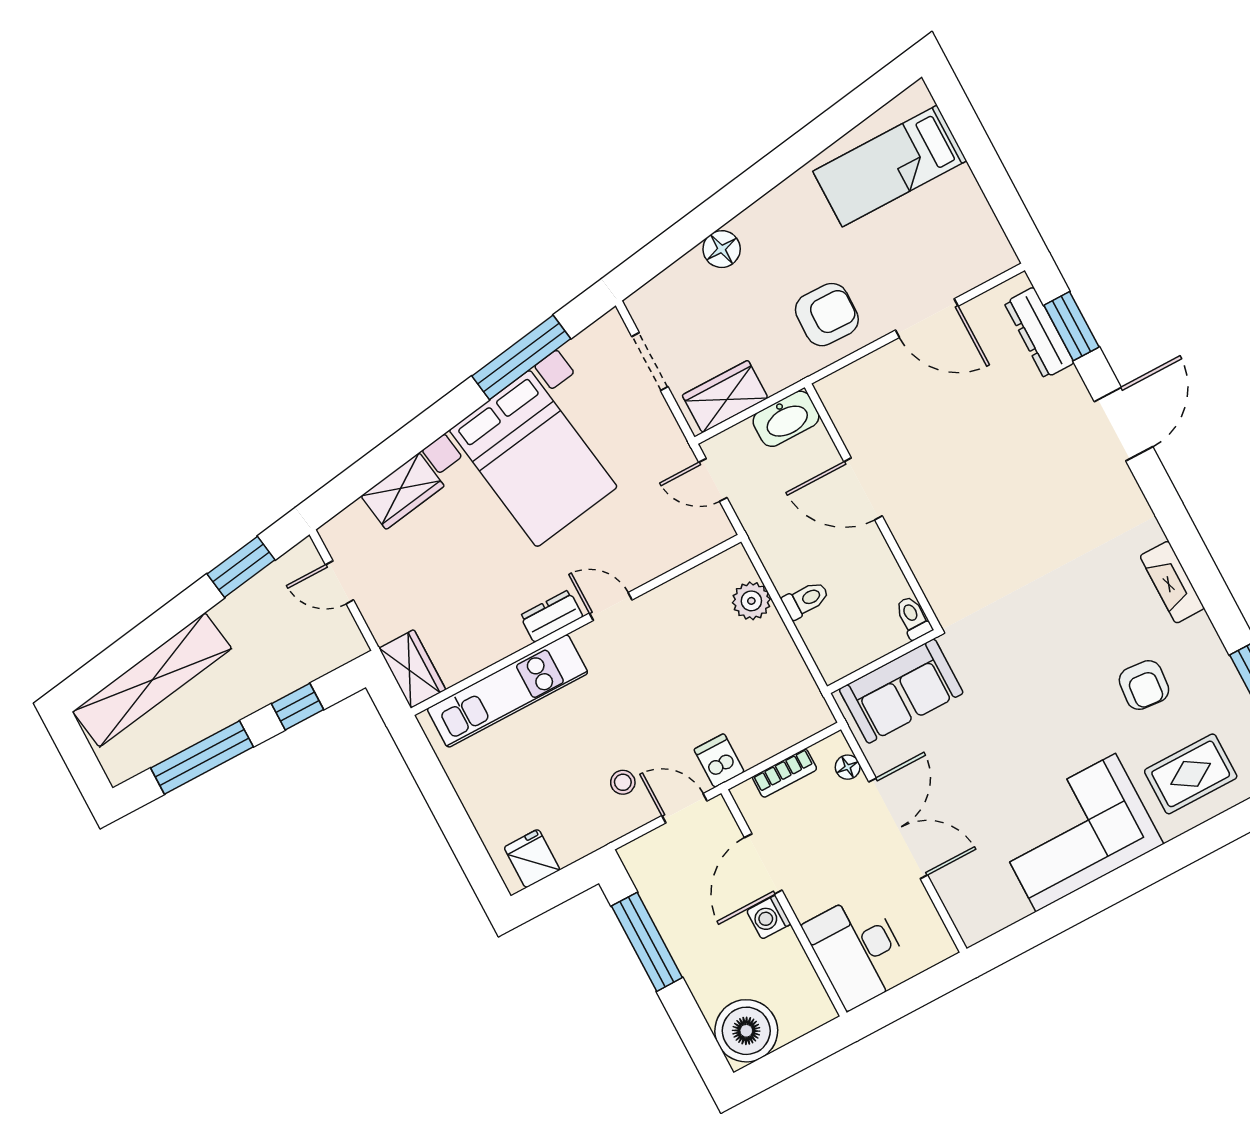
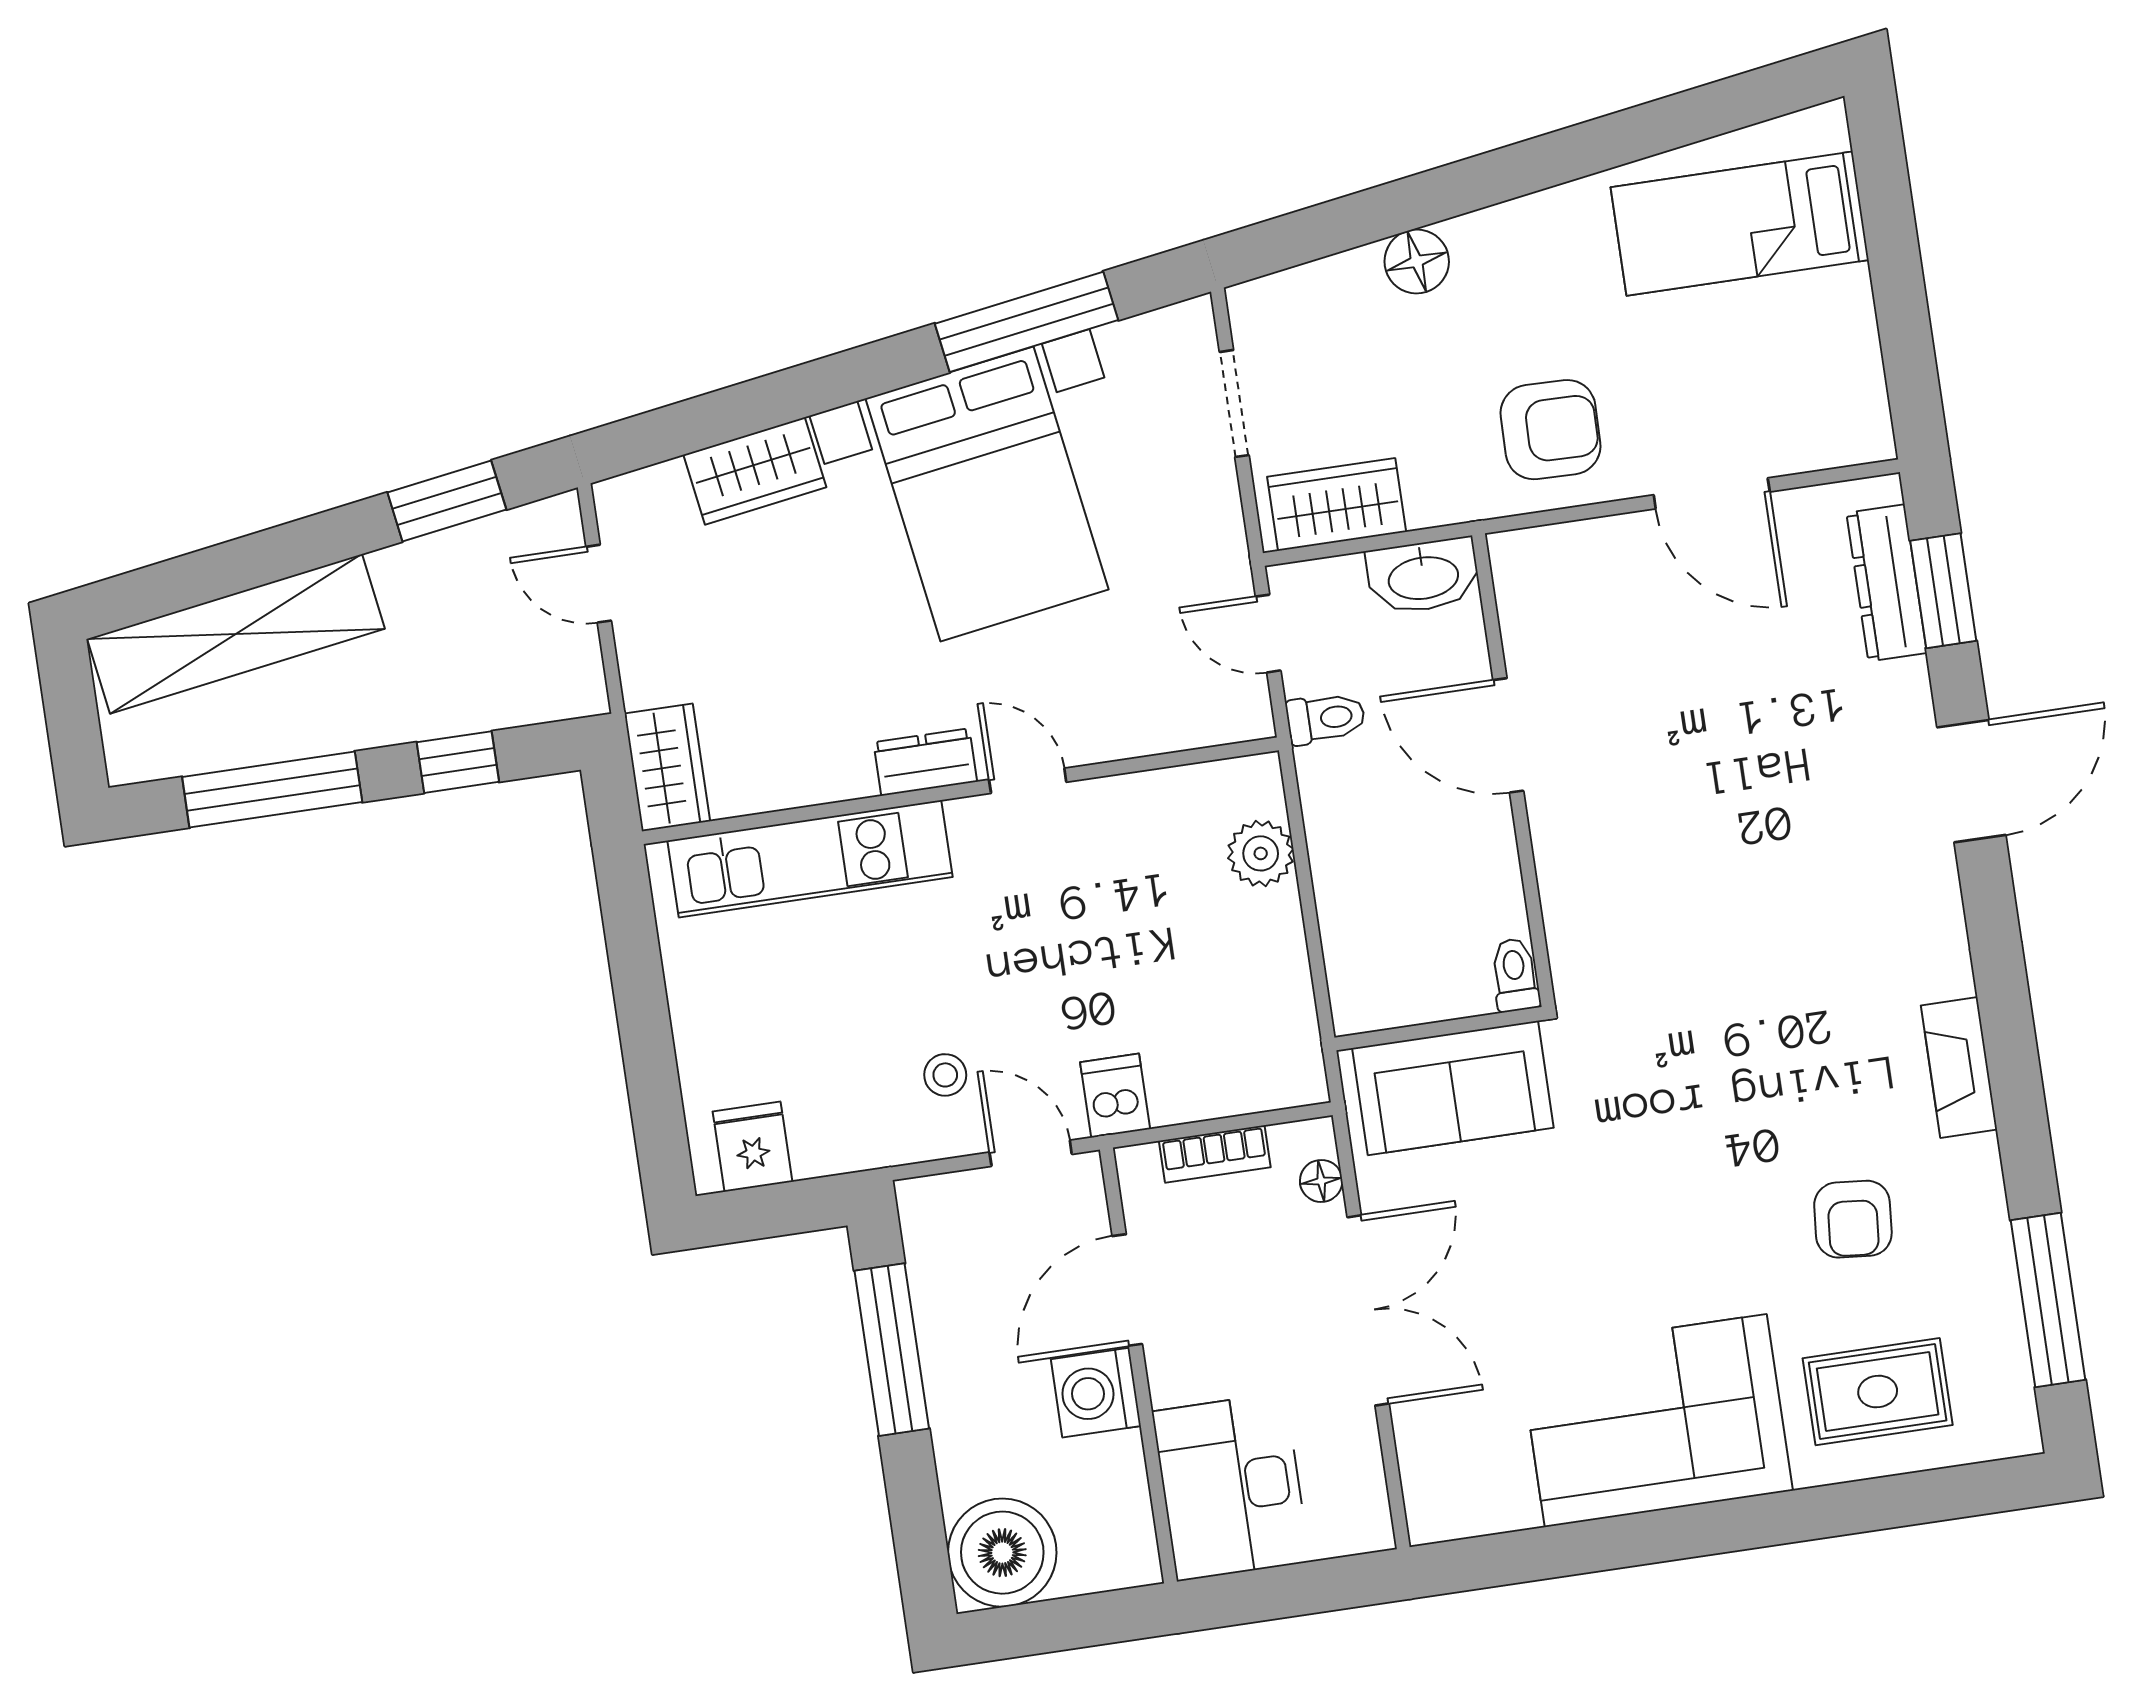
toilet: (806, 600) -> (1326, 718), moved
washing machine: (769, 917) -> (1096, 1393), width x1.38, depth x1.38

